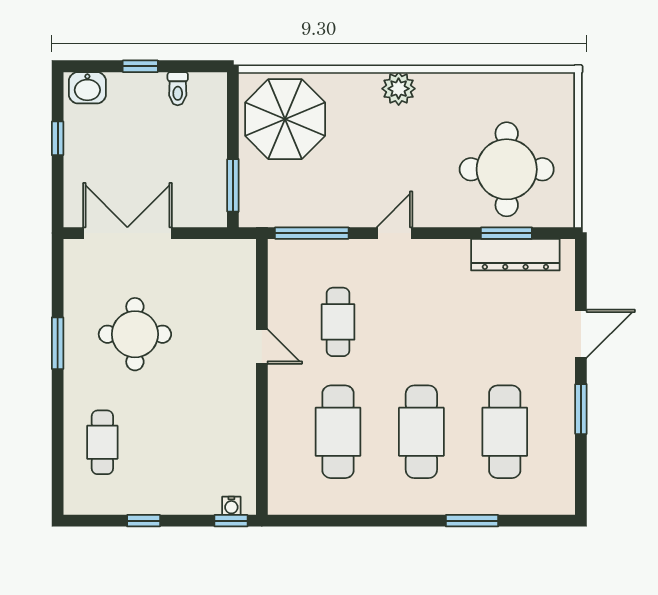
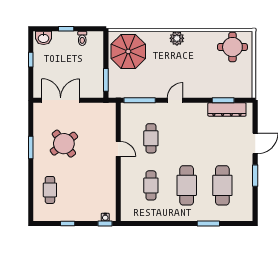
round table: (507, 169) -> (232, 47), moved, width x0.73, depth x0.73
round table: (135, 334) -> (64, 144), turned -38
cafe table: (338, 432) -> (151, 185), width x0.73, depth x0.74

